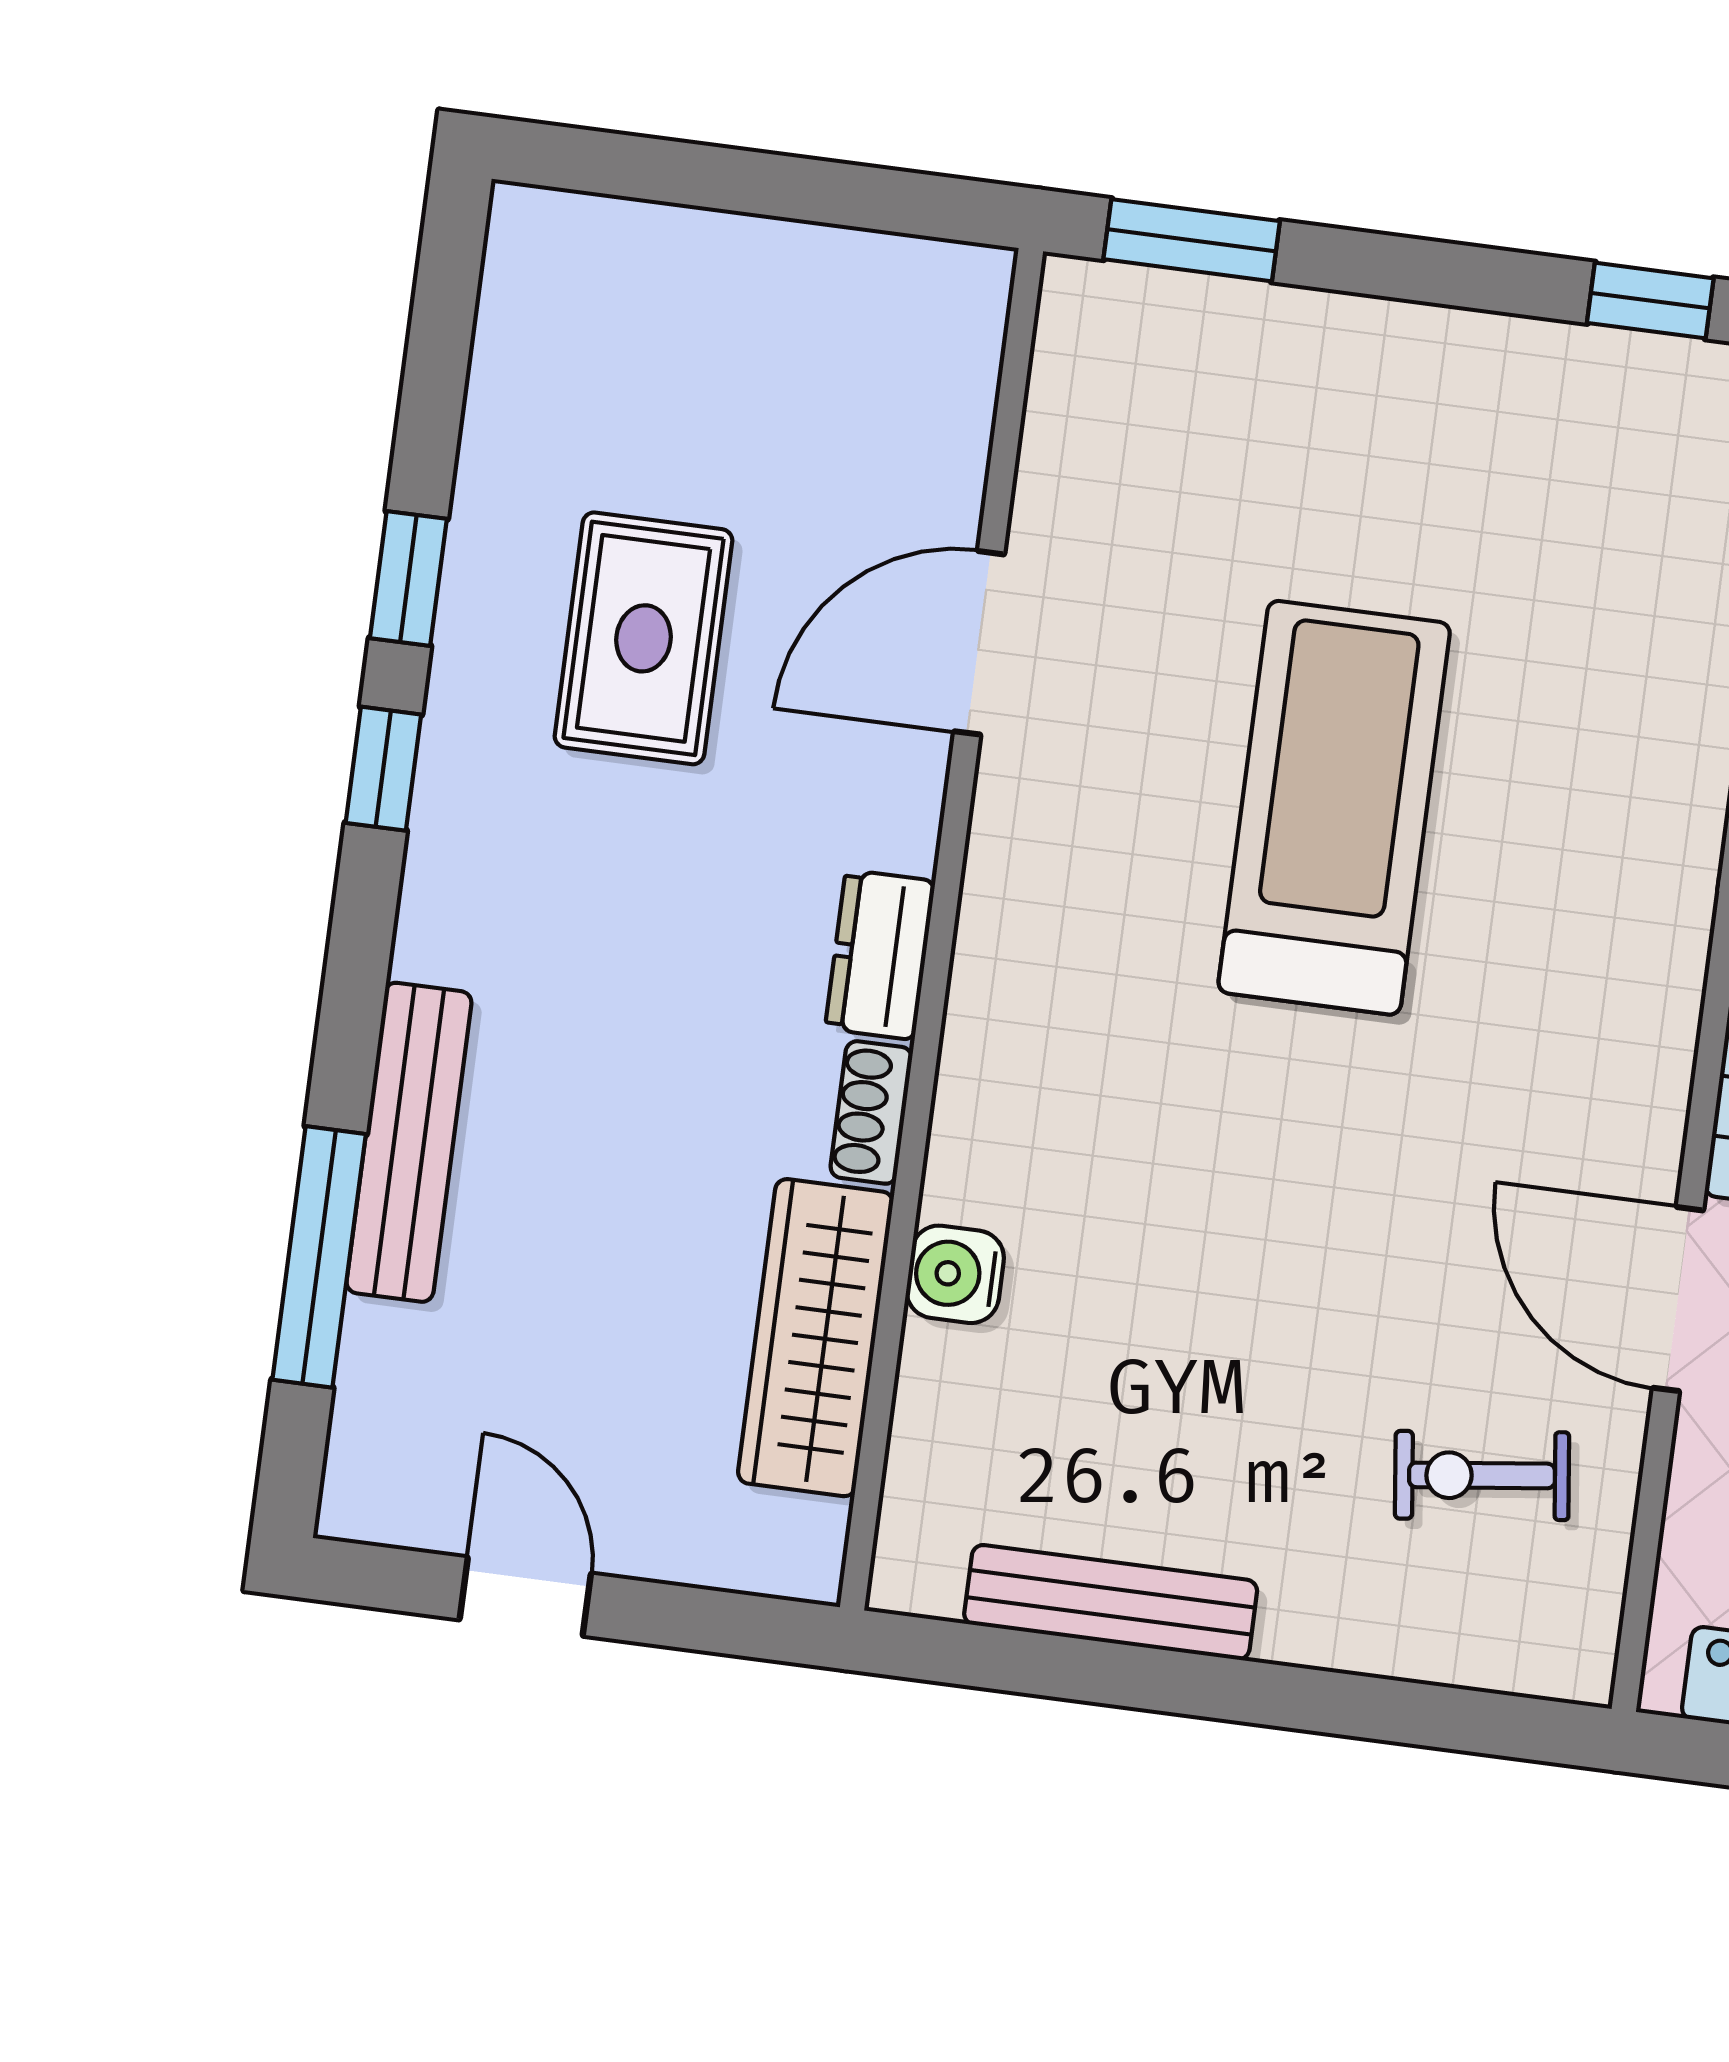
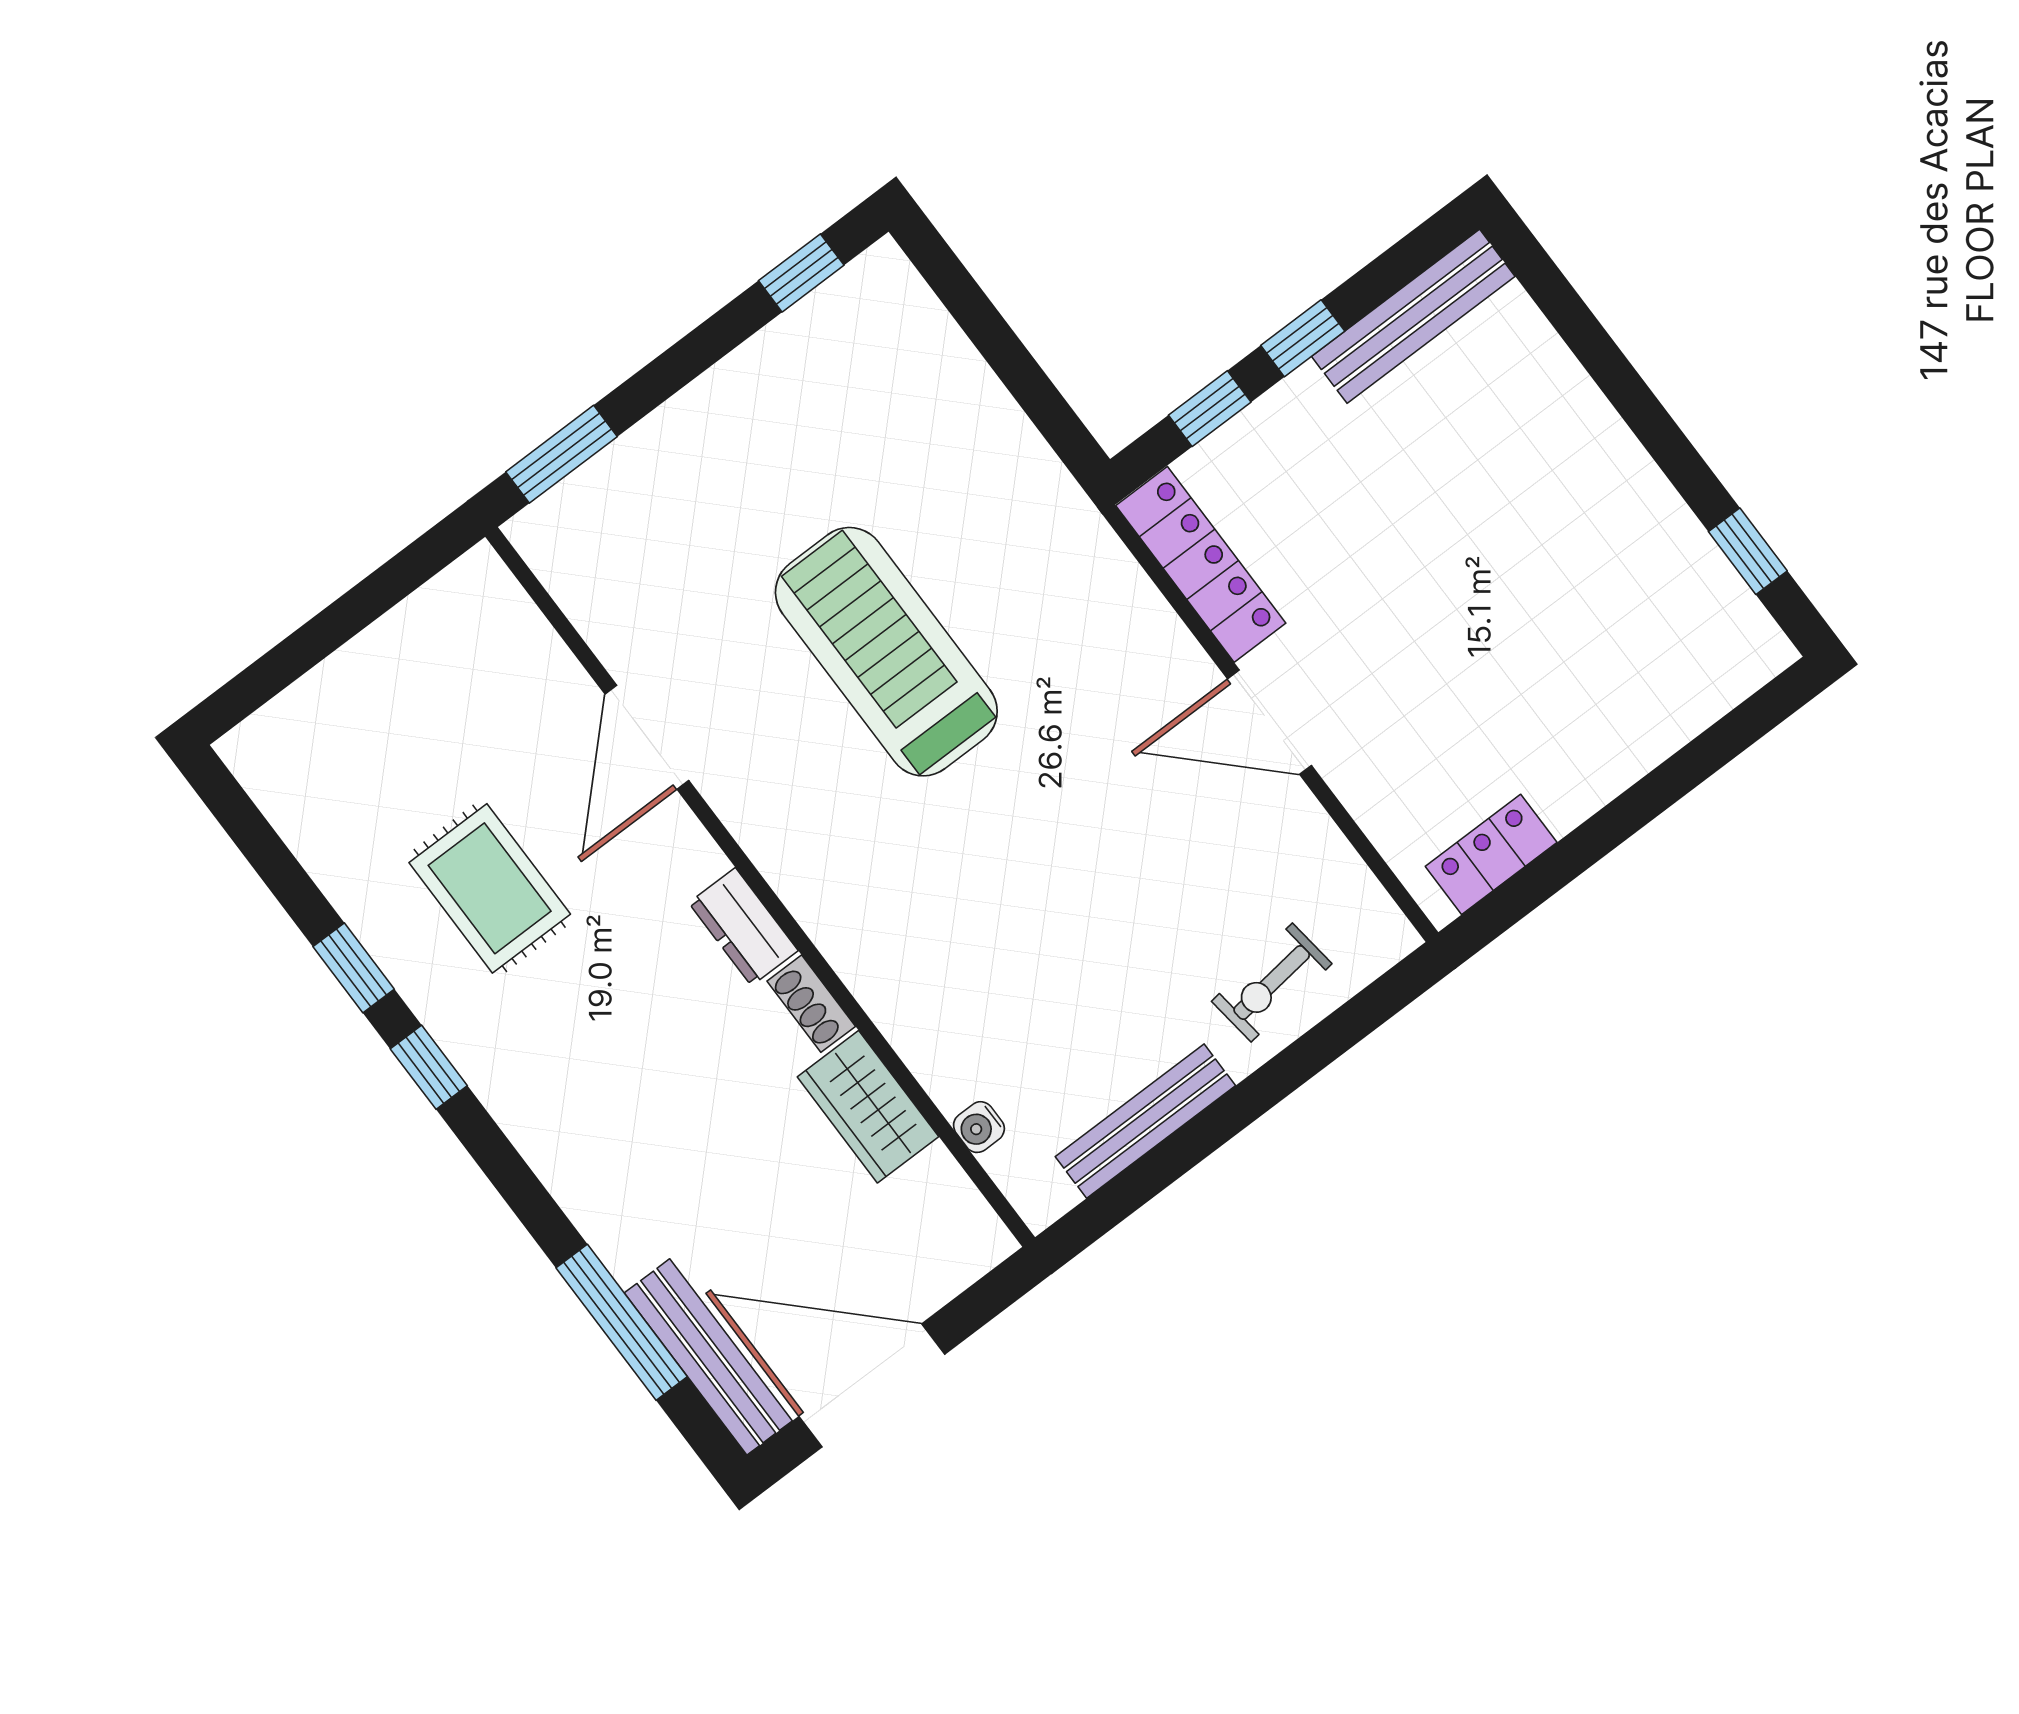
bench: (409, 1142) -> (708, 1357), moved
water cooler: (955, 1274) -> (979, 1127), moved, width x0.72, depth x0.72
wardrobe: (816, 1338) -> (868, 1107), width x0.67
exercise bike: (1482, 1475) -> (1272, 983), moved
door: (525, 1596) -> (872, 1385), width x1.88

